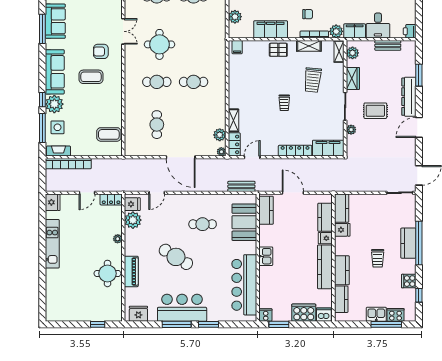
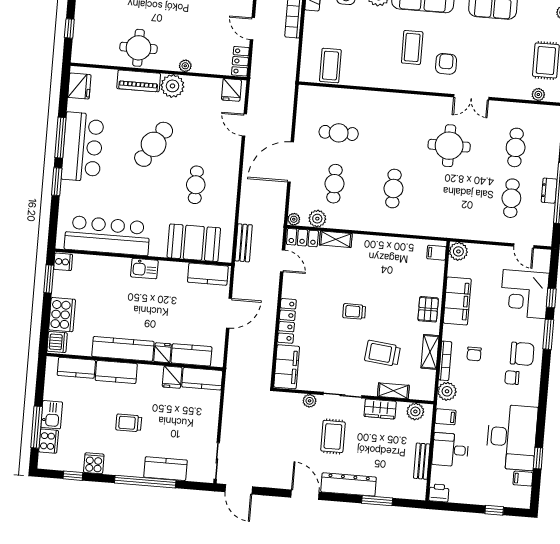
plant: (235, 17) -> (458, 251), moved
filing cabinet: (355, 31) -> (446, 417), width x0.50
shelving: (339, 51) -> (393, 391), moved
cafe table: (157, 82) -> (334, 184), moved
plant: (133, 220) -> (172, 86), moved
kitchen counter: (408, 243) -> (166, 469), moved

